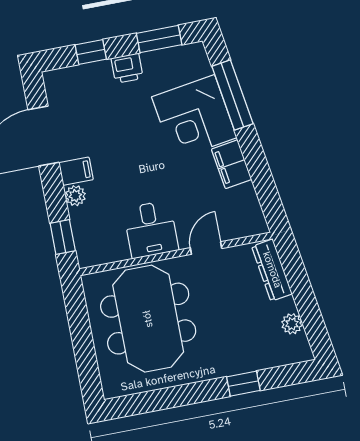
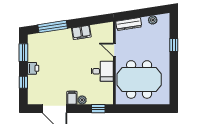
corner desk: (194, 117) -> (59, 44), removed

